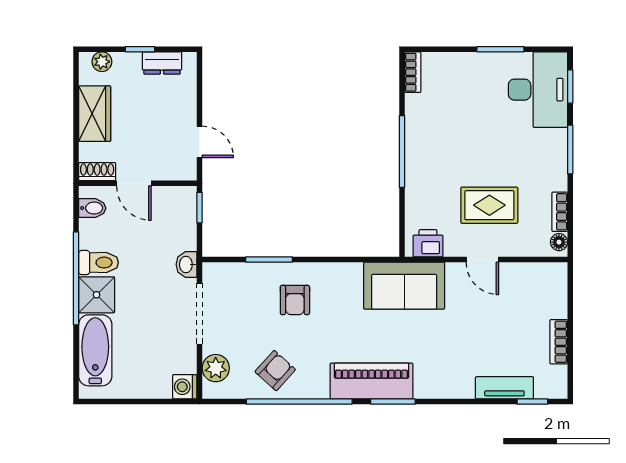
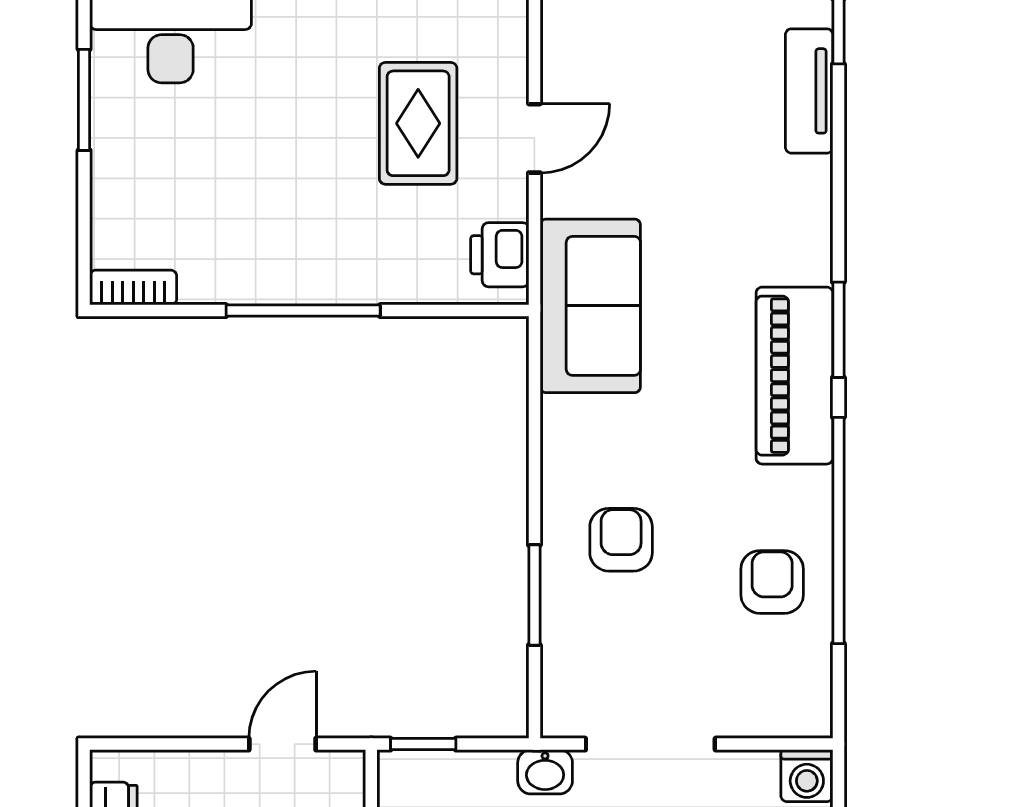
armchair: (295, 300) -> (621, 540), turned -90
plant: (216, 368) -> (767, 709), removed
armchair: (275, 371) -> (772, 582), turned 48

